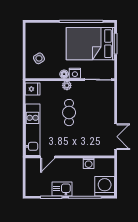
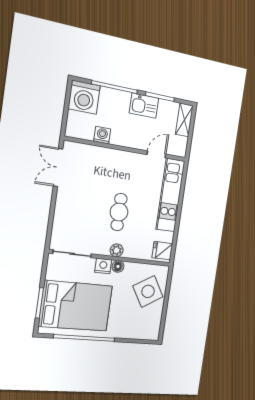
side table: (39, 58) -> (148, 291), width x1.87, depth x1.87
shelving: (30, 185) -> (184, 120), added

